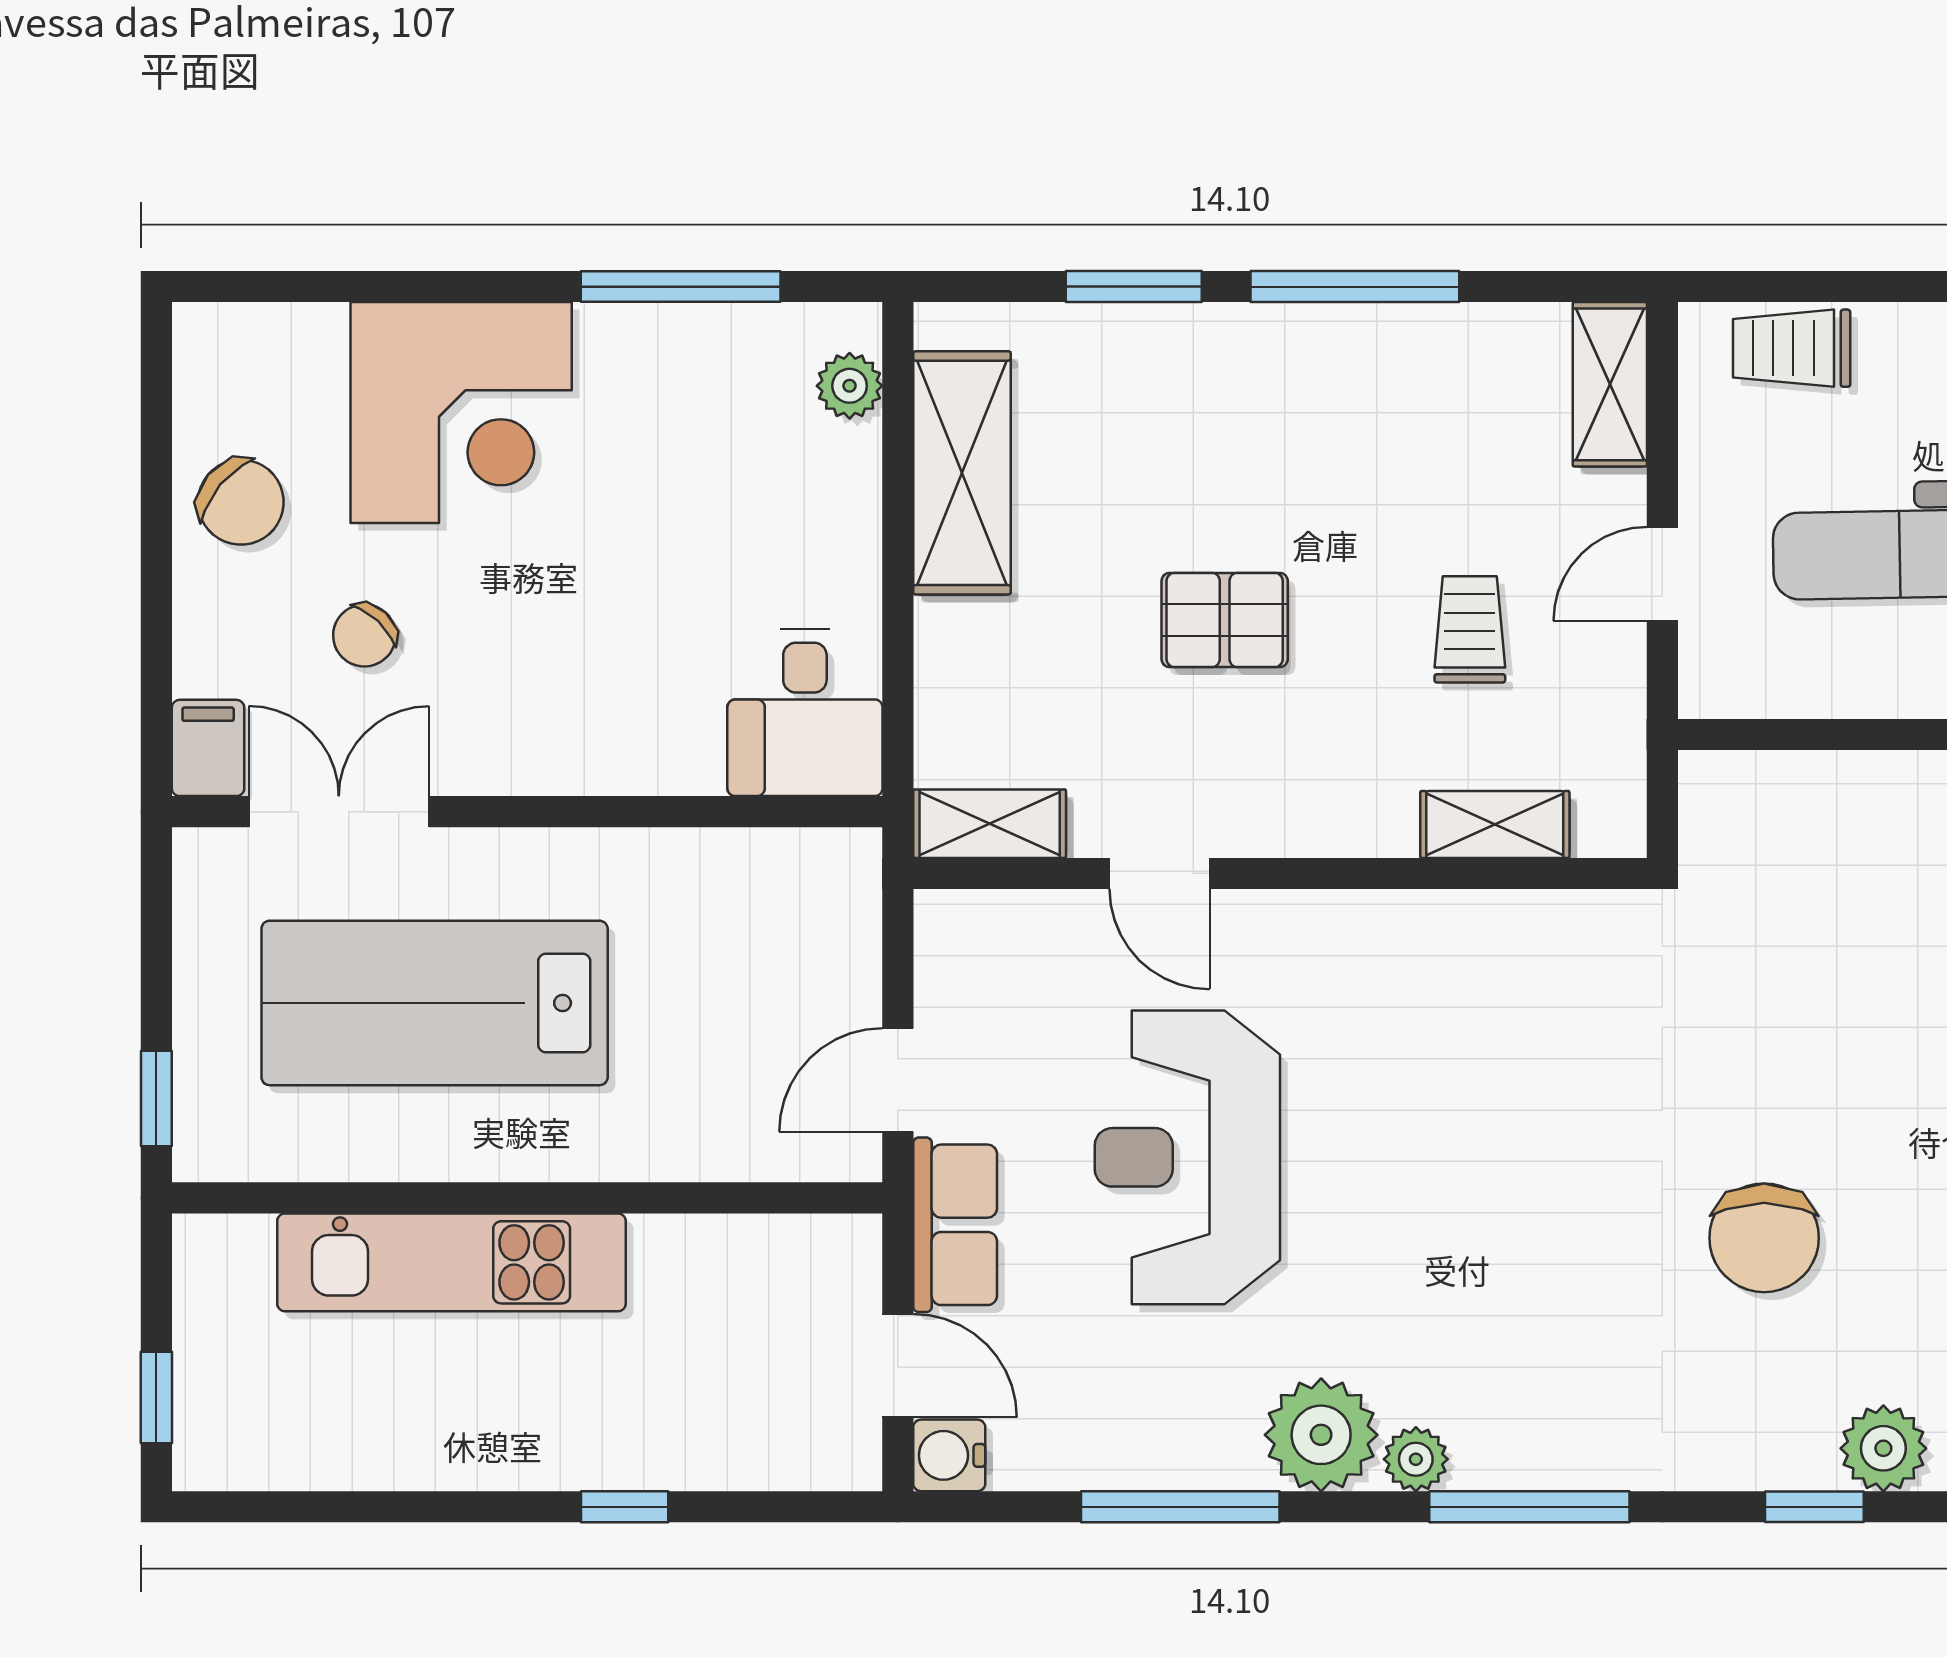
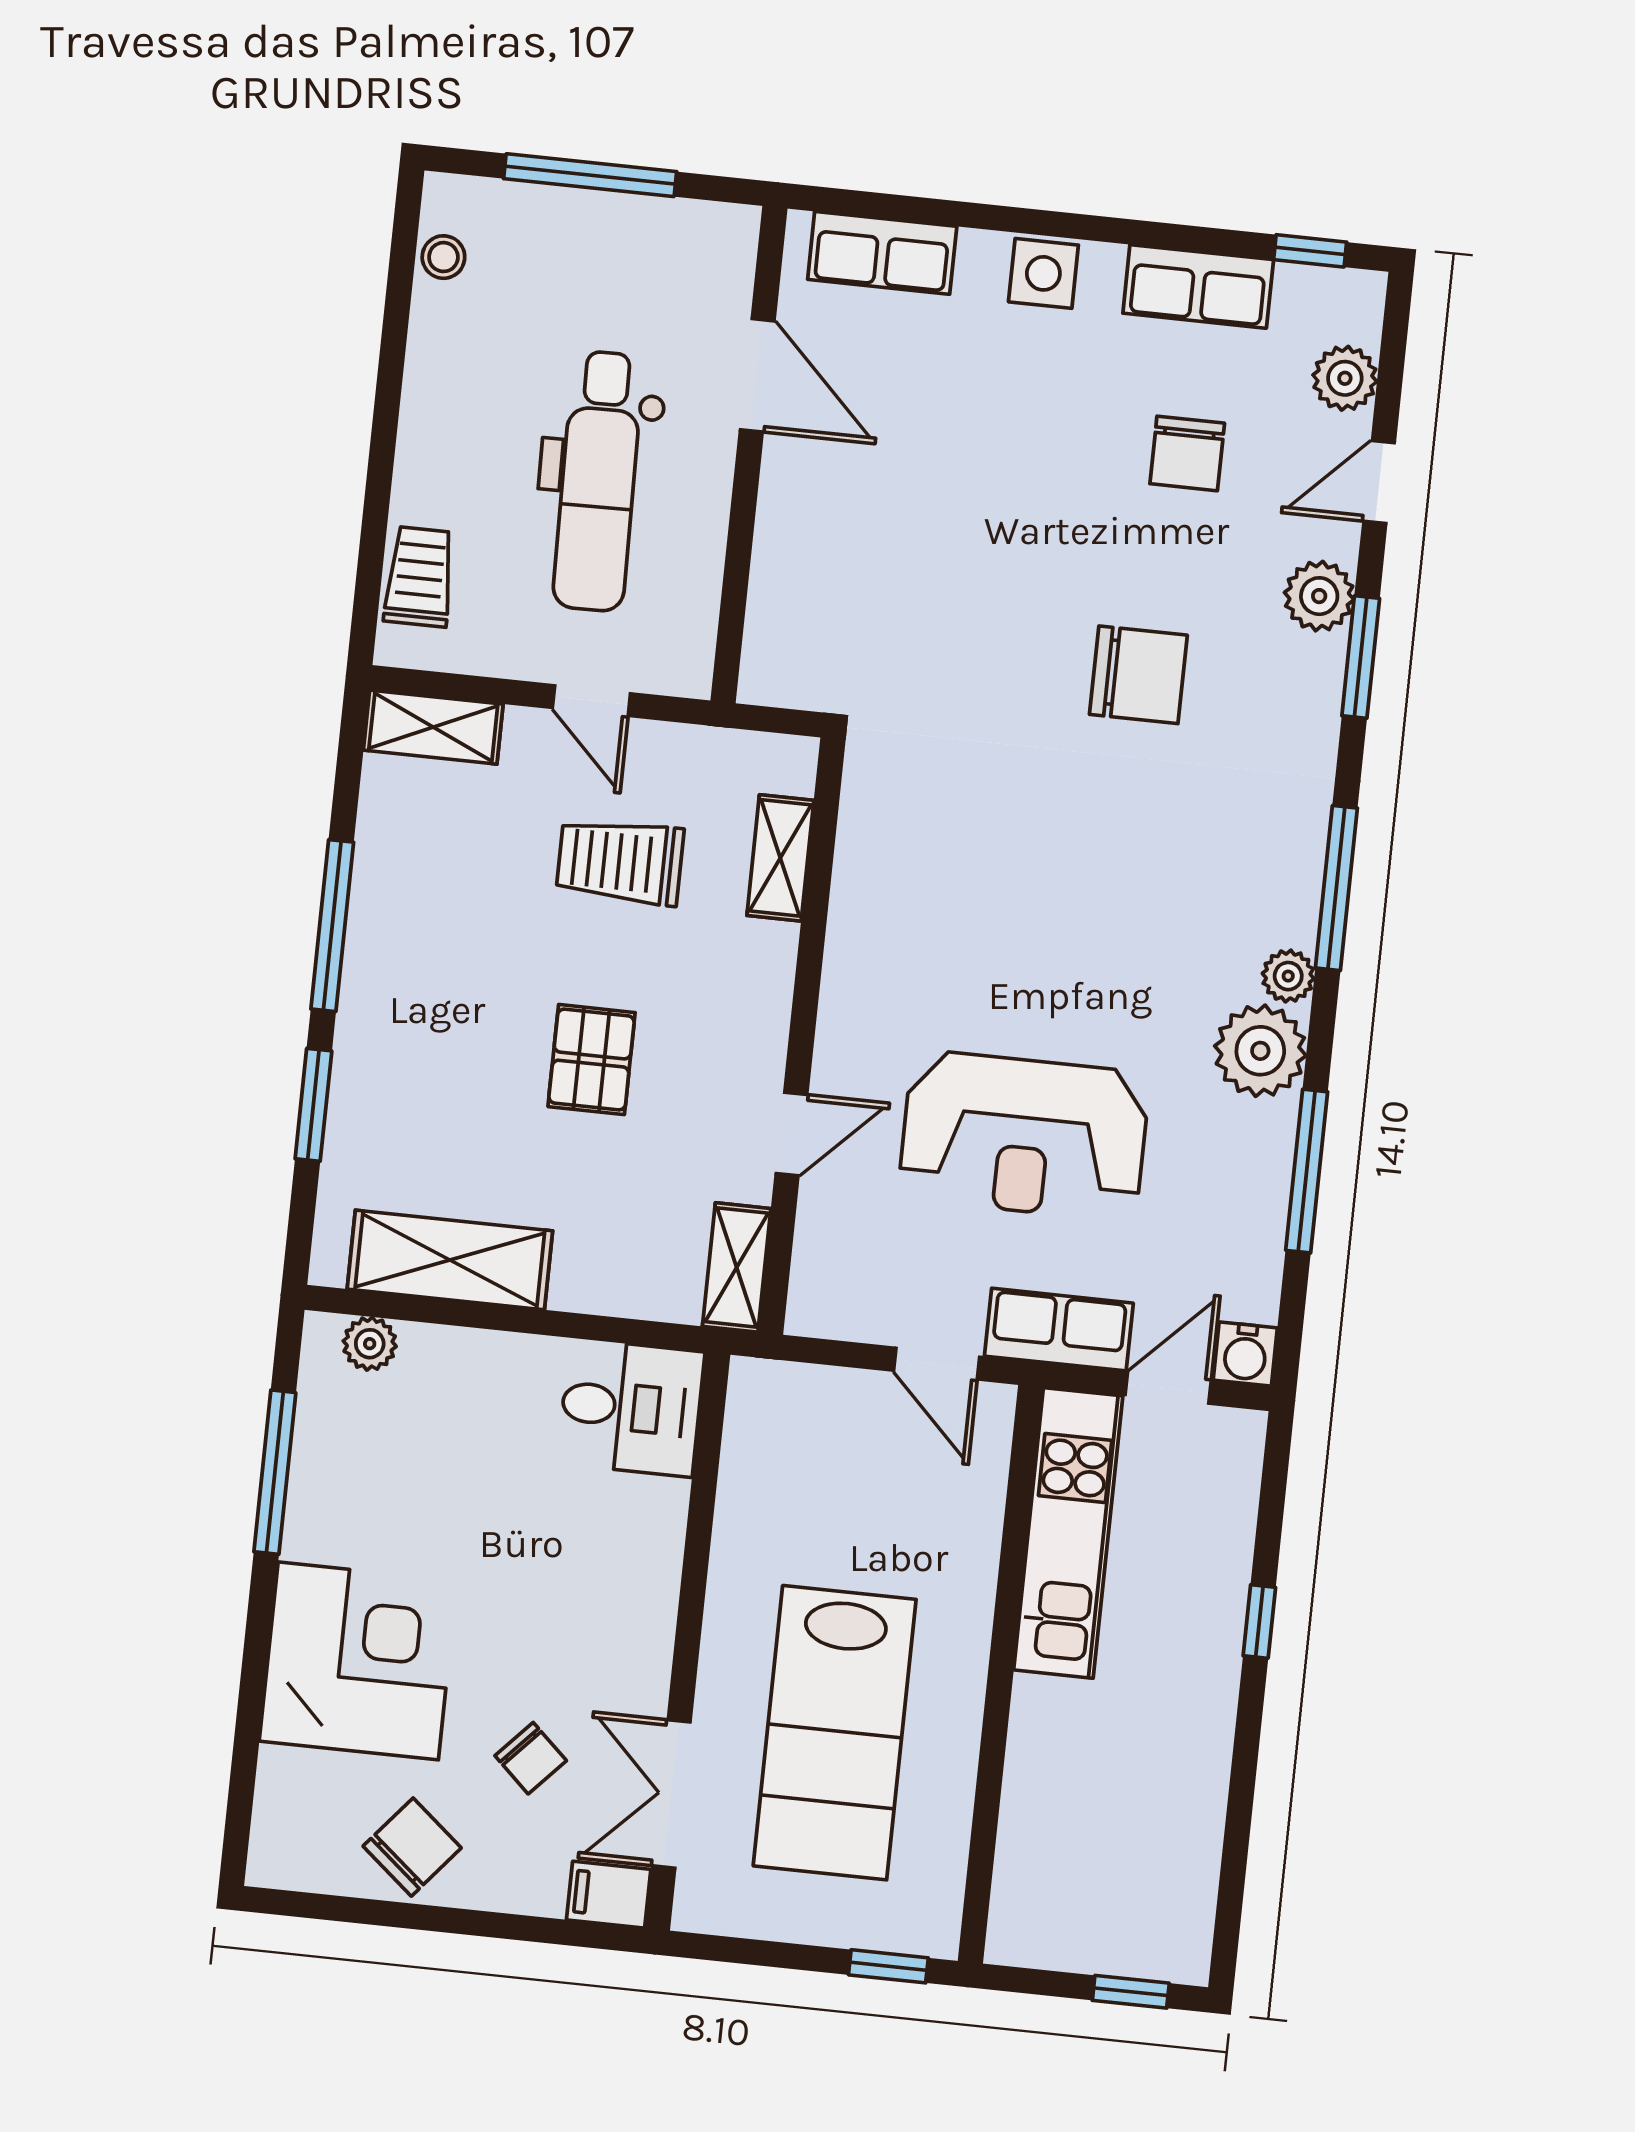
trolley: (1792, 348) -> (420, 577), turned 180
trolley: (1470, 629) -> (620, 862), width x1.36, depth x1.39
kitchen unit: (451, 1262) -> (1068, 1533), moved
window: (1814, 1507) -> (1361, 657), width x1.50

